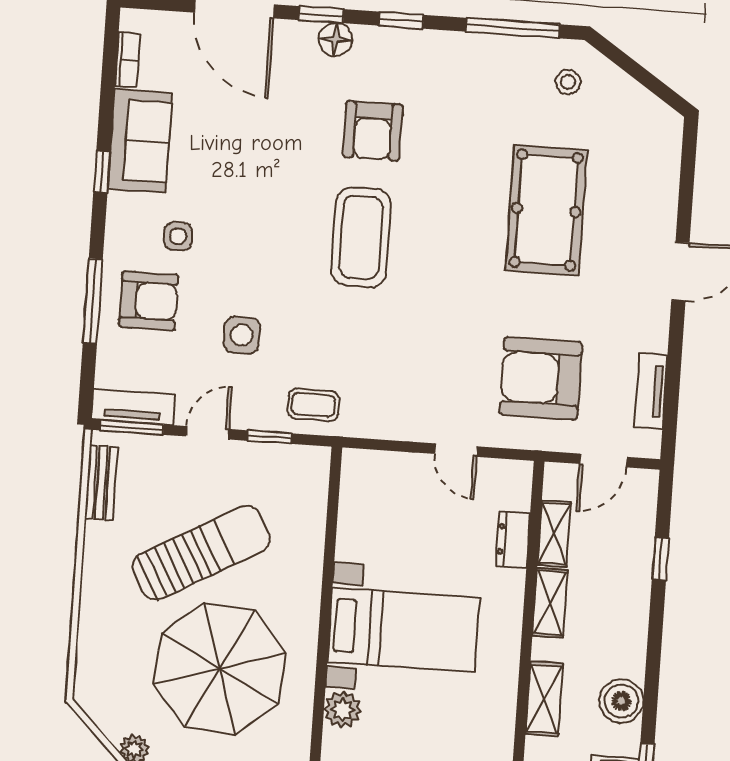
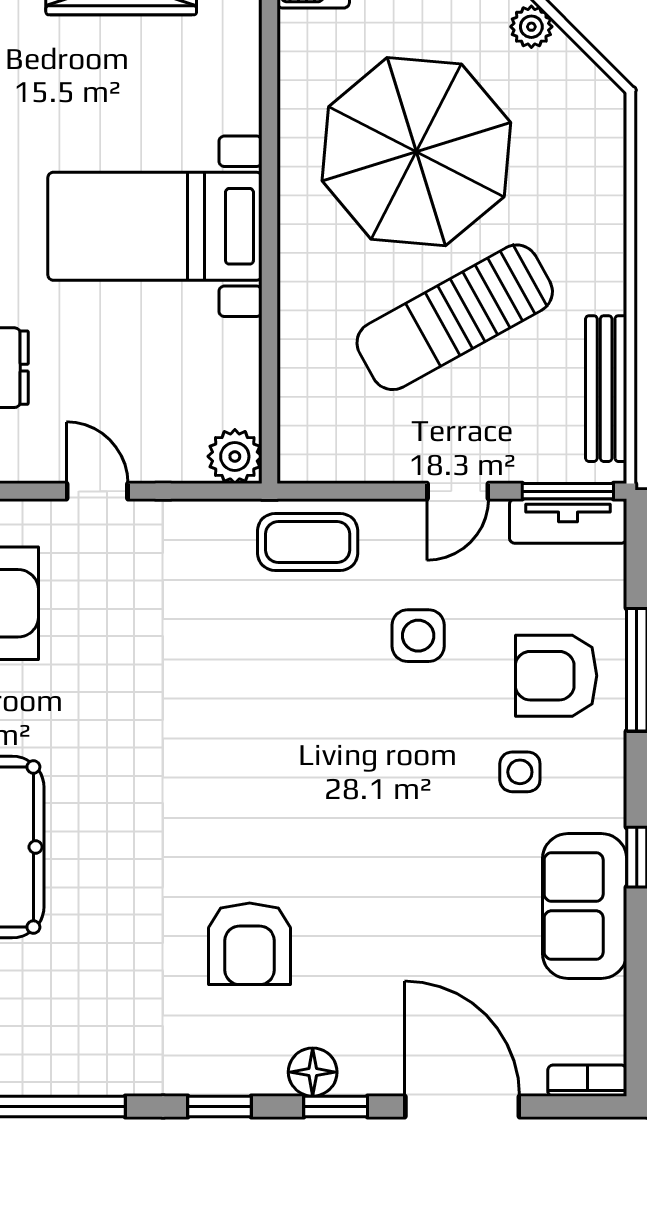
bookcase: (128, 60) -> (587, 1081), moved, turned 90
armchair: (373, 131) -> (250, 944), turned 180
coffee table: (361, 237) -> (256, 789), removed
coffee table: (313, 405) -> (308, 542), width x1.36, depth x1.30
window: (270, 437) -> (368, 491), removed
bench: (101, 483) -> (606, 389), width x1.36
plant: (342, 710) -> (235, 456), moved

